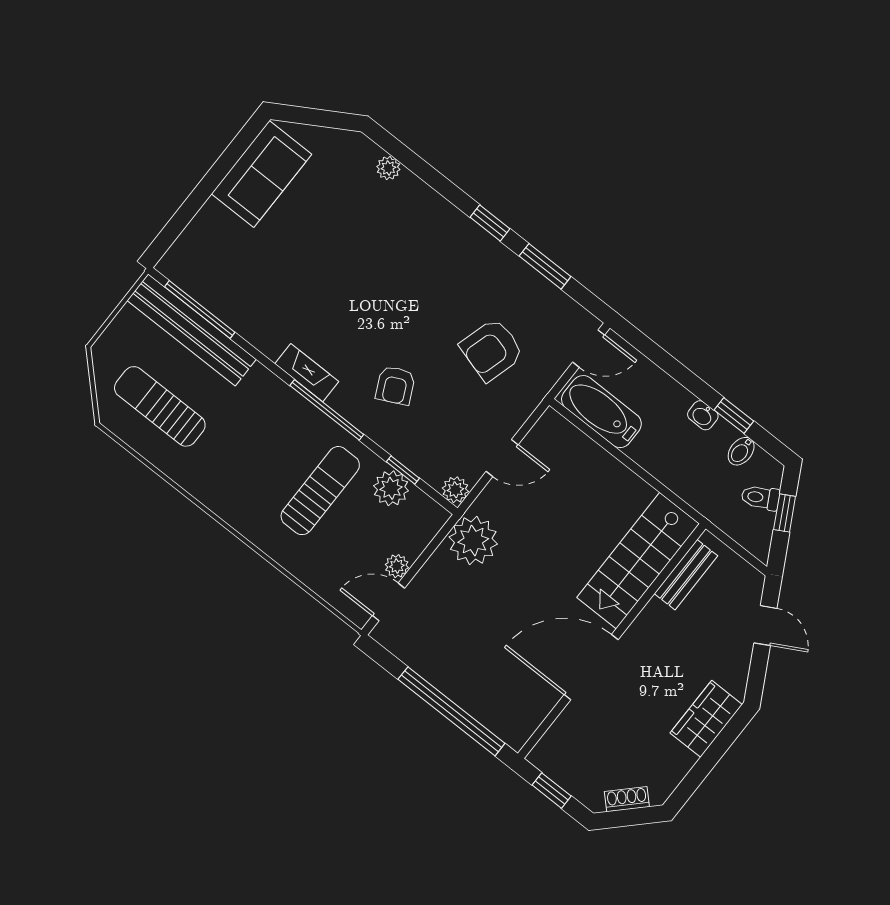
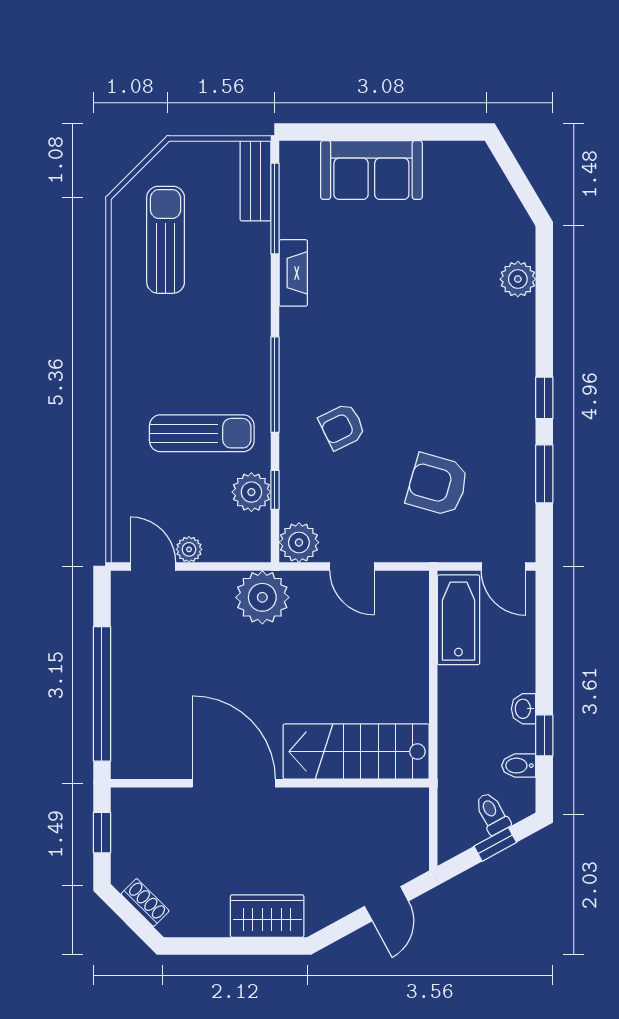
plant: (388, 168) -> (518, 279), width x1.38, depth x1.38
sofa: (261, 174) -> (371, 170), moved
bench: (192, 330) -> (256, 181), width x0.54, depth x0.82
fireplace: (307, 373) -> (293, 273), moved
plant: (455, 490) -> (299, 542), width x1.38, depth x1.38
bench: (686, 575) -> (376, 802), removed

